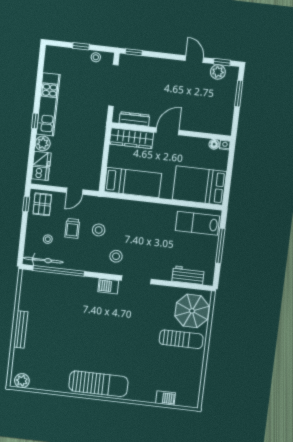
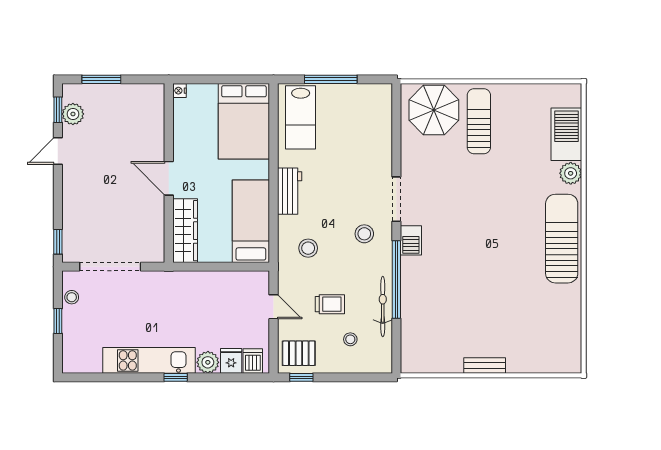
dresser: (134, 119) -> (156, 230), removed
floor lamp: (214, 144) -> (180, 107), removed
stool: (99, 230) -> (308, 248), moved
bicycle: (43, 260) -> (383, 307), moved
window: (59, 271) -> (396, 280), moved
workbench: (188, 275) -> (290, 191), moved, turned 180
bench: (21, 329) -> (485, 365), width x0.73
plant: (22, 381) -> (571, 173), moved
barbecue: (166, 398) -> (566, 134), width x1.88, depth x1.53

